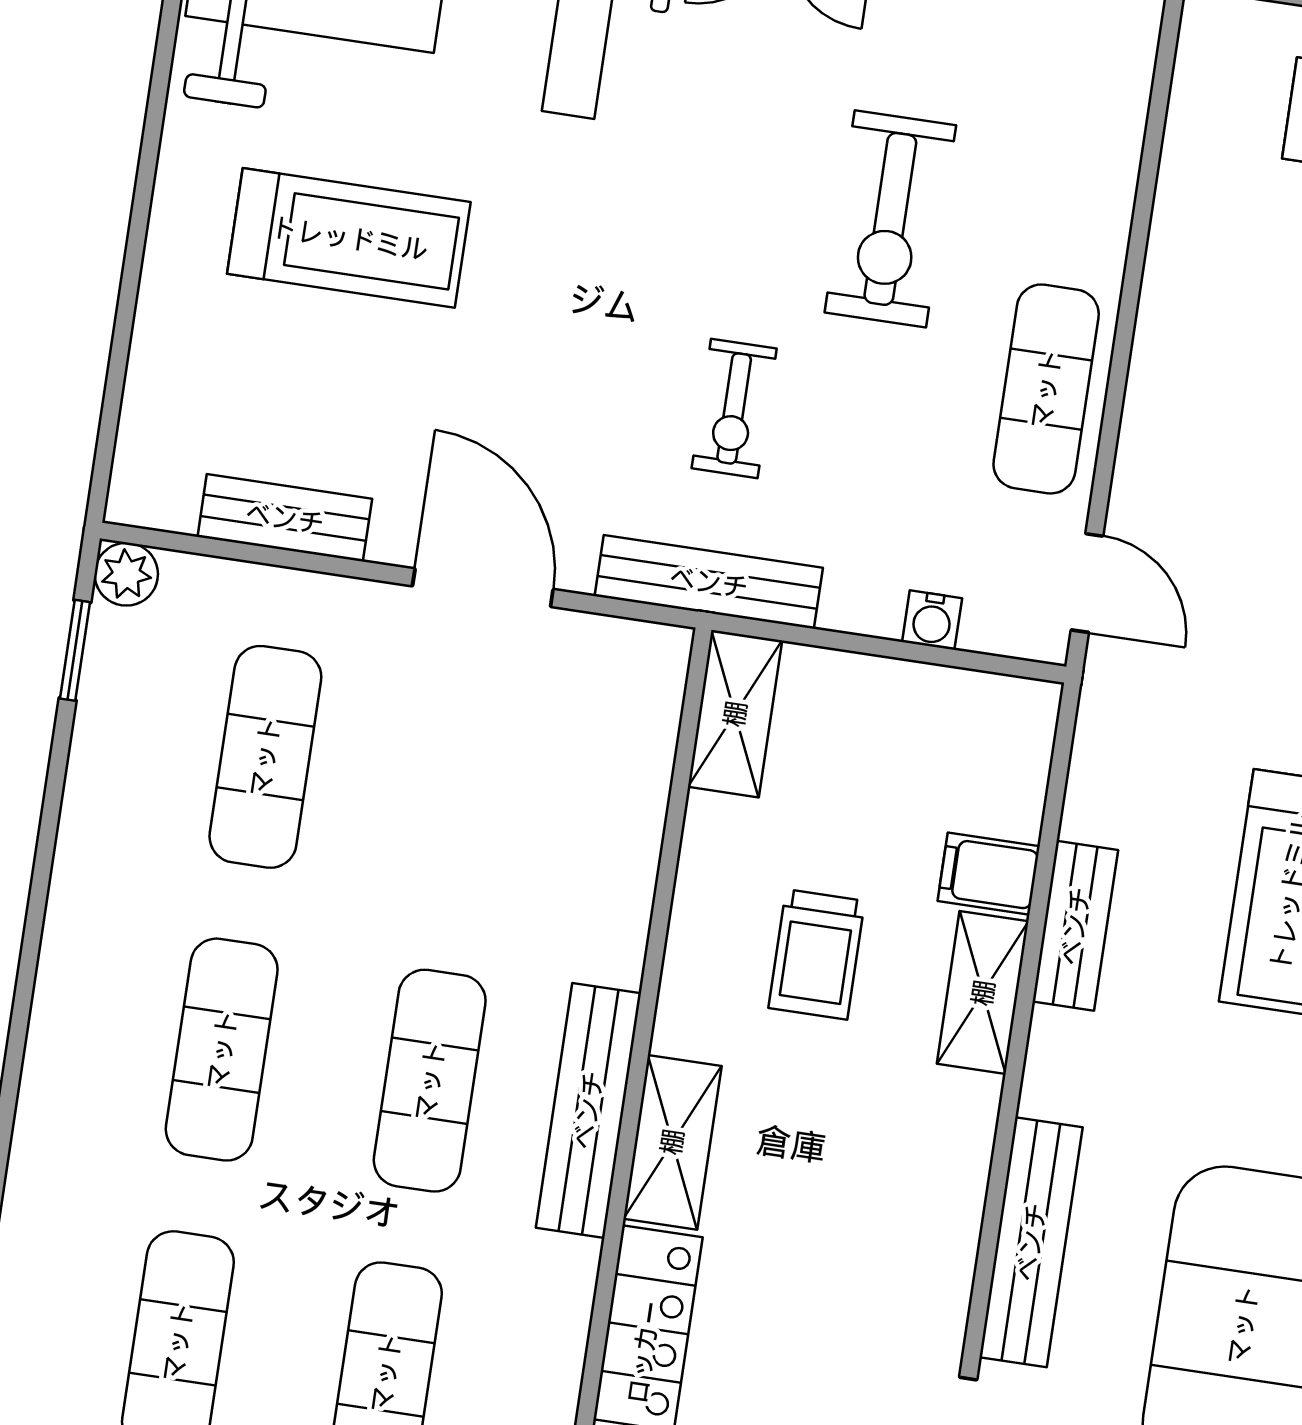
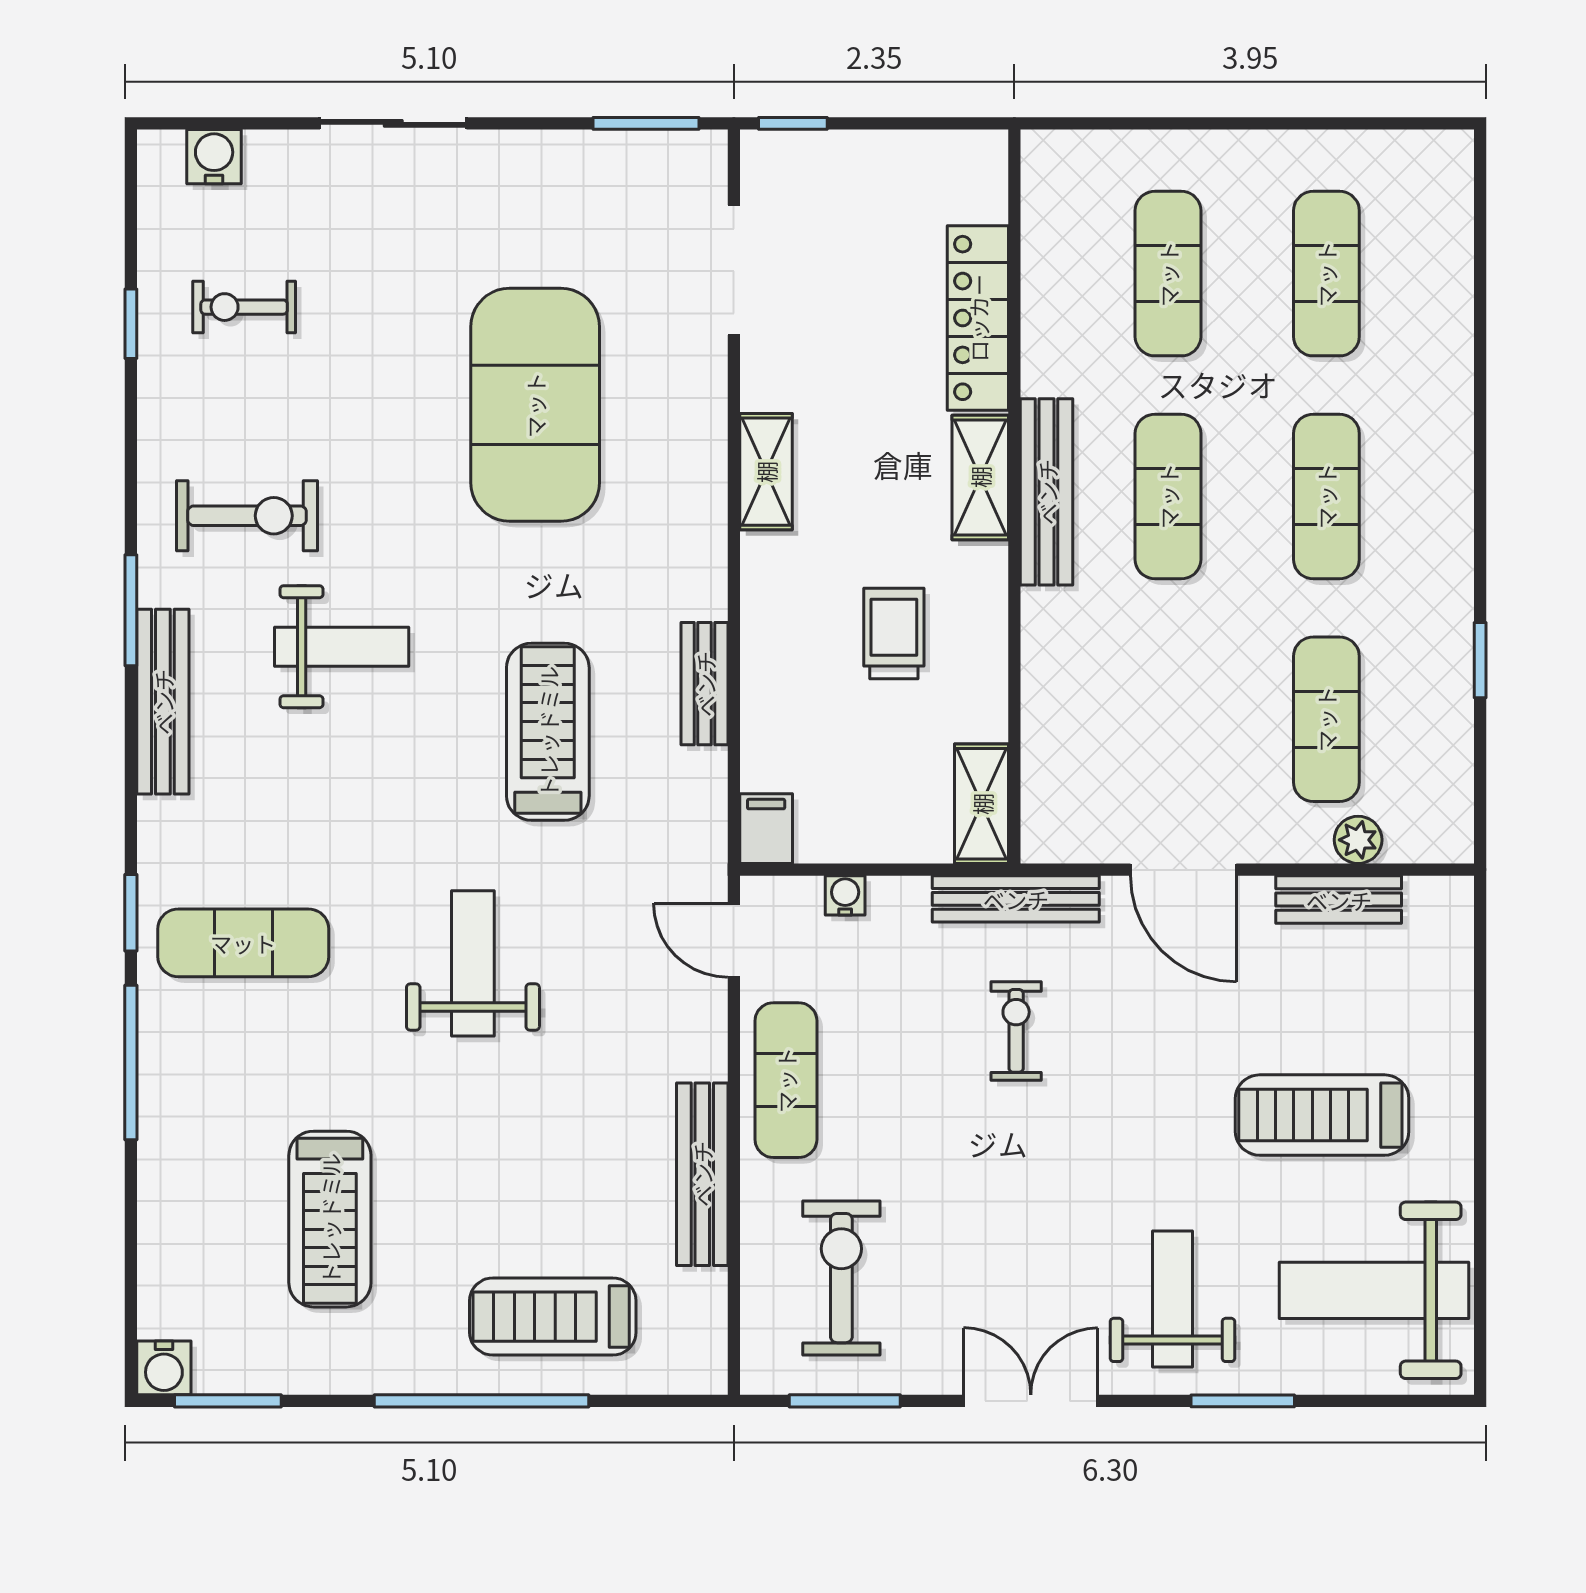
exercise bike: (890, 219) -> (841, 1278), moved
plant: (126, 574) -> (1358, 840), moved
window: (75, 650) -> (1480, 660), moved
filing cabinet: (989, 874) -> (766, 829), moved, turned -90
shelving: (983, 993) -> (766, 472), moved
bench: (1031, 1242) -> (702, 1174), moved

